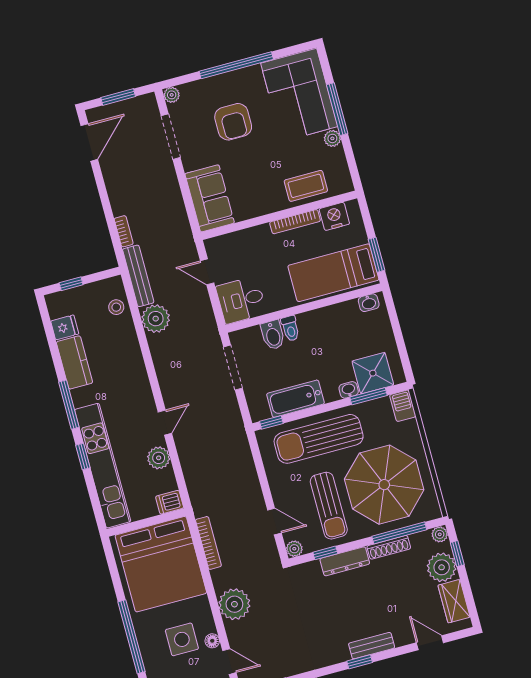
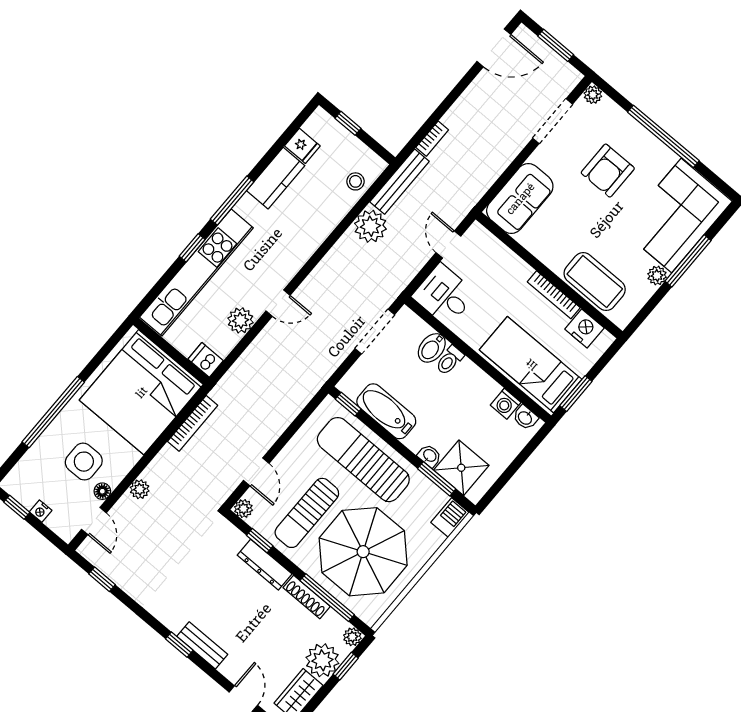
coffee table: (306, 186) -> (595, 281), width x1.36, depth x1.32
washing machine: (349, 310) -> (506, 404), added
plant: (234, 604) -> (140, 489), width x0.53, depth x0.53

